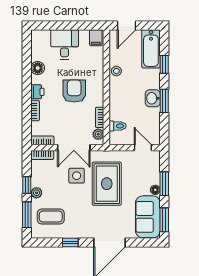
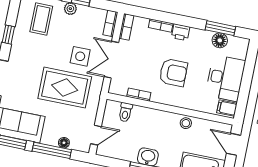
desk: (65, 44) -> (225, 78), width x1.37
window: (27, 58) -> (220, 28), added
floor lamp: (38, 68) -> (220, 40), moved
plant: (98, 134) -> (121, 89), removed
window: (164, 184) -> (52, 150), width x1.44
floor lamp: (155, 190) -> (64, 143), moved

